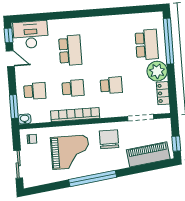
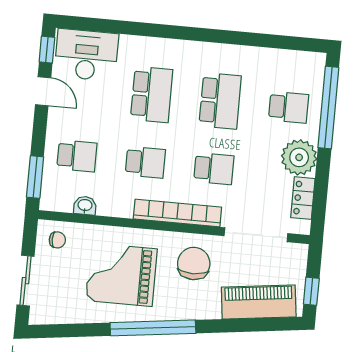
school desk: (147, 45) -> (289, 107), width x0.54
school desk: (108, 47) -> (220, 101), added
bookcase: (75, 115) -> (177, 213), moved
doorway: (141, 118) -> (256, 235), width x1.36
washbasin: (25, 119) -> (85, 206), moved
grand piano: (70, 152) -> (121, 275), turned 180

